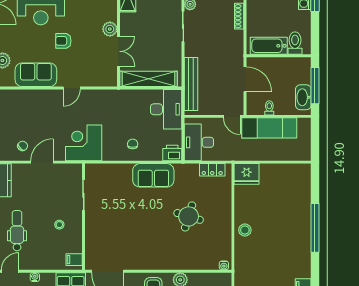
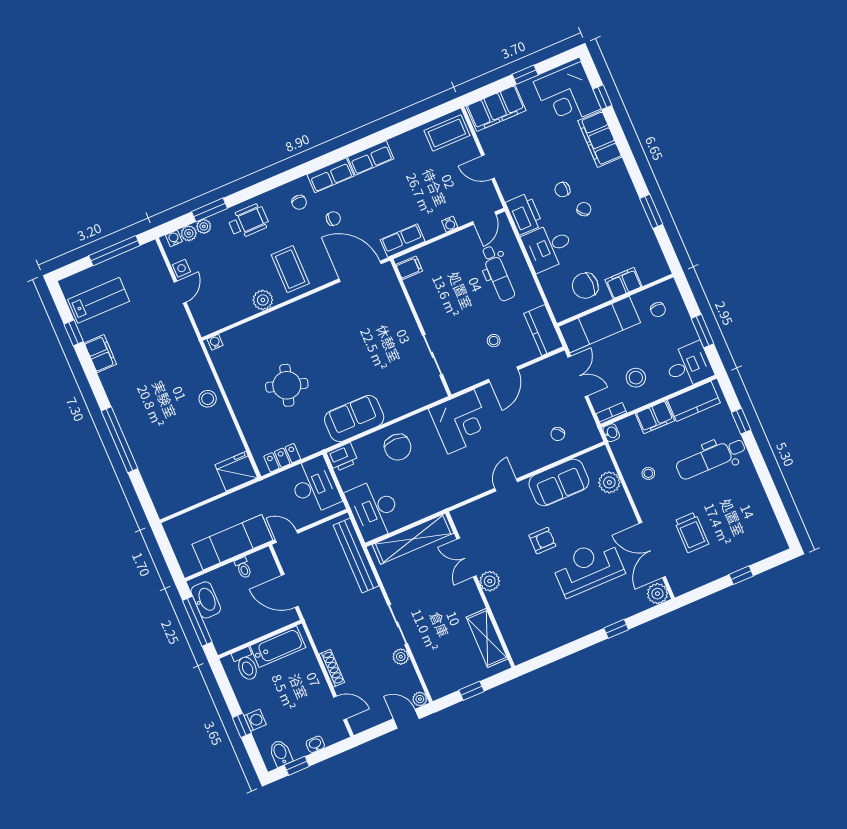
chair: (133, 144) -> (398, 447), width x1.87, depth x1.87
chair: (23, 146) -> (558, 434), moved
stool: (59, 225) -> (494, 341), moved

